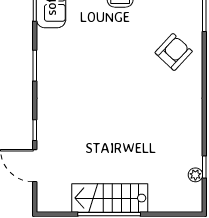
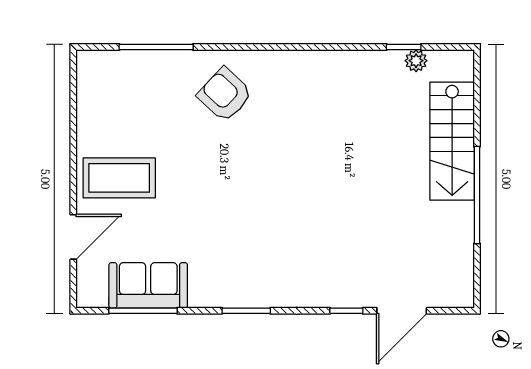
stairs: (110, 198) -> (452, 141), moved

